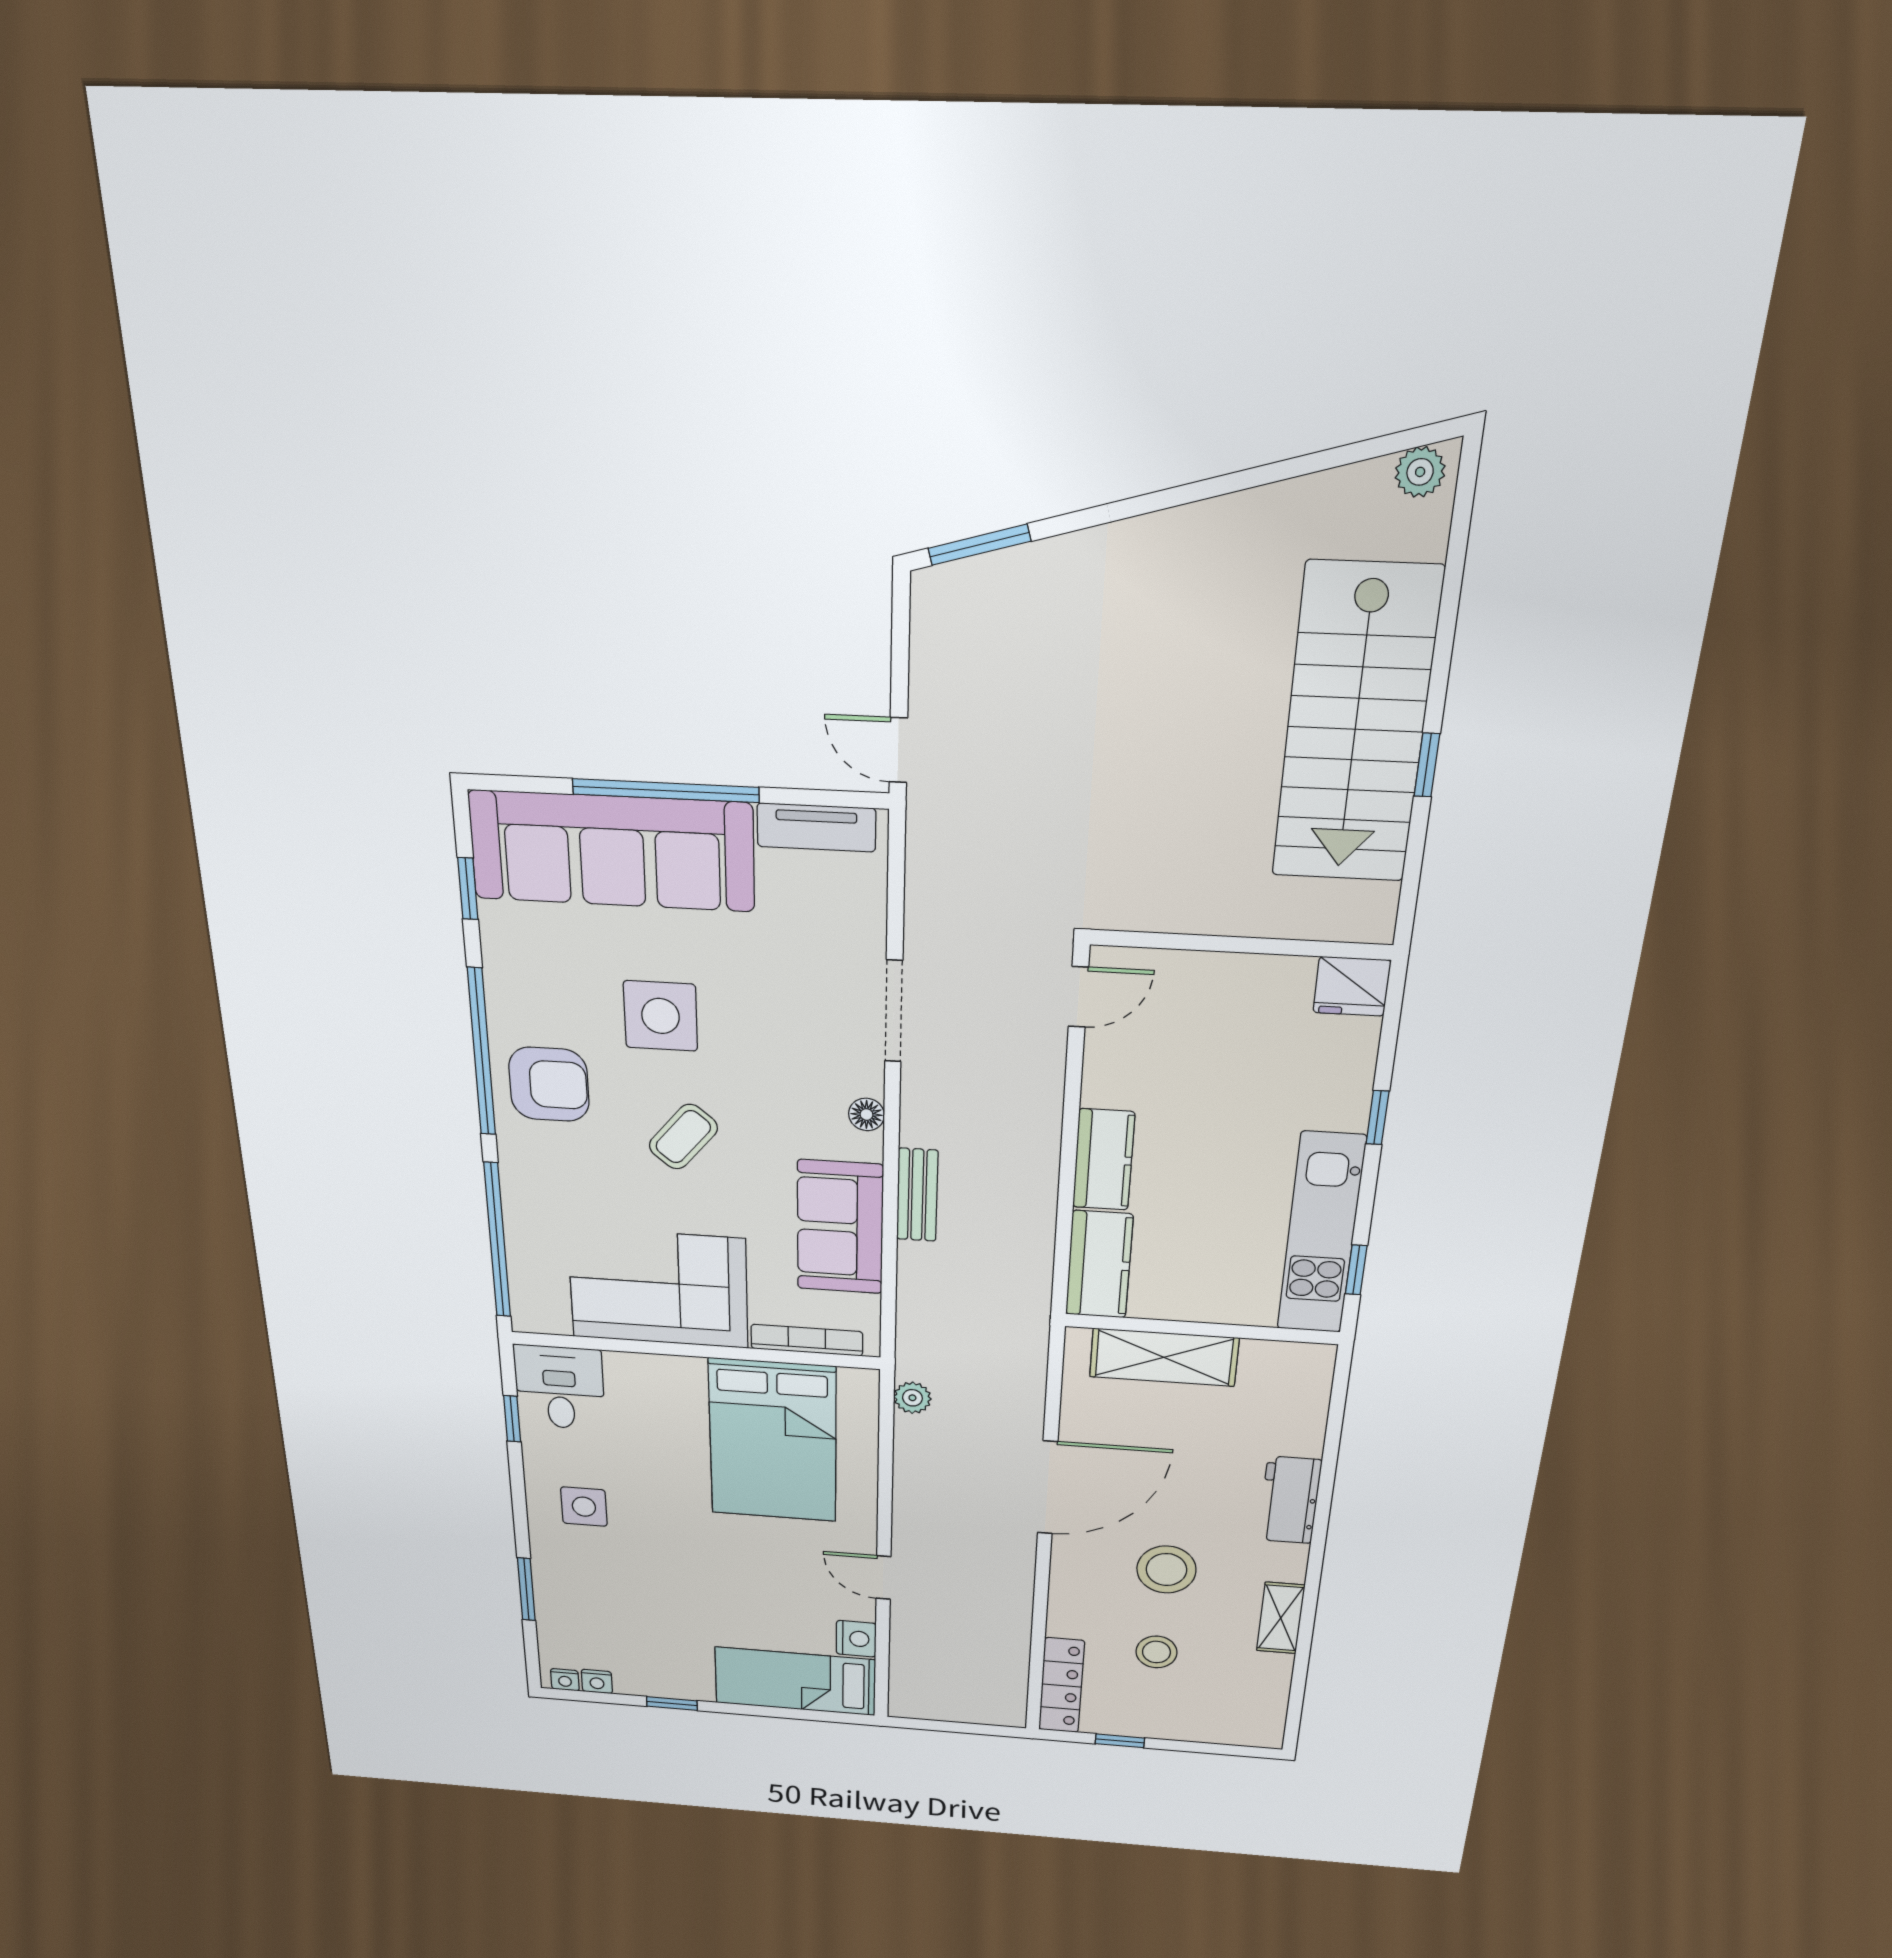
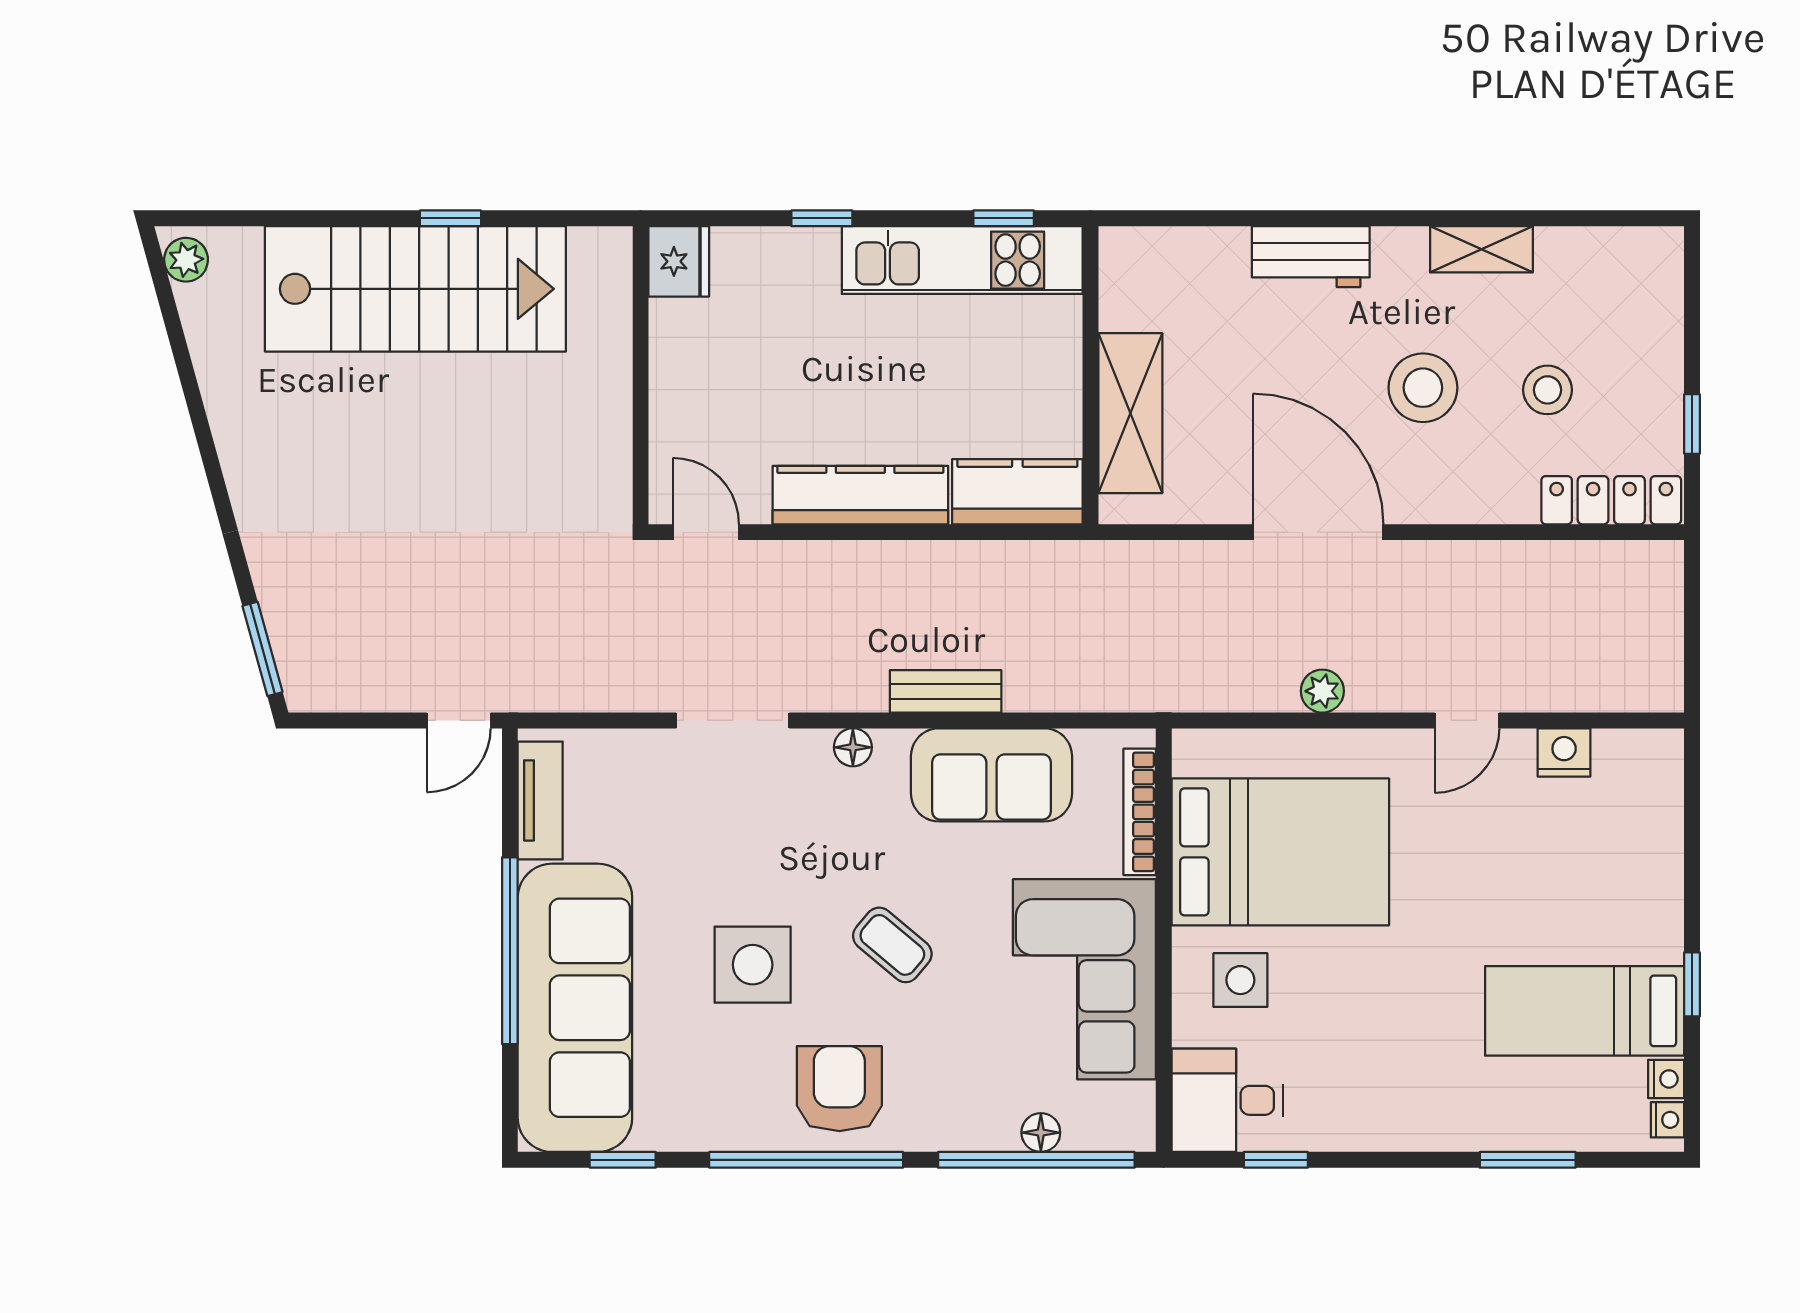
kitchen counter: (1104, 1160) -> (860, 495), width x1.50
floor lamp: (521, 1246) -> (1041, 1133), added
plant: (912, 1398) -> (1322, 691), moved
side table: (584, 1507) -> (1240, 980), moved
bed: (795, 1681) -> (1585, 1011), moved, turned 90

